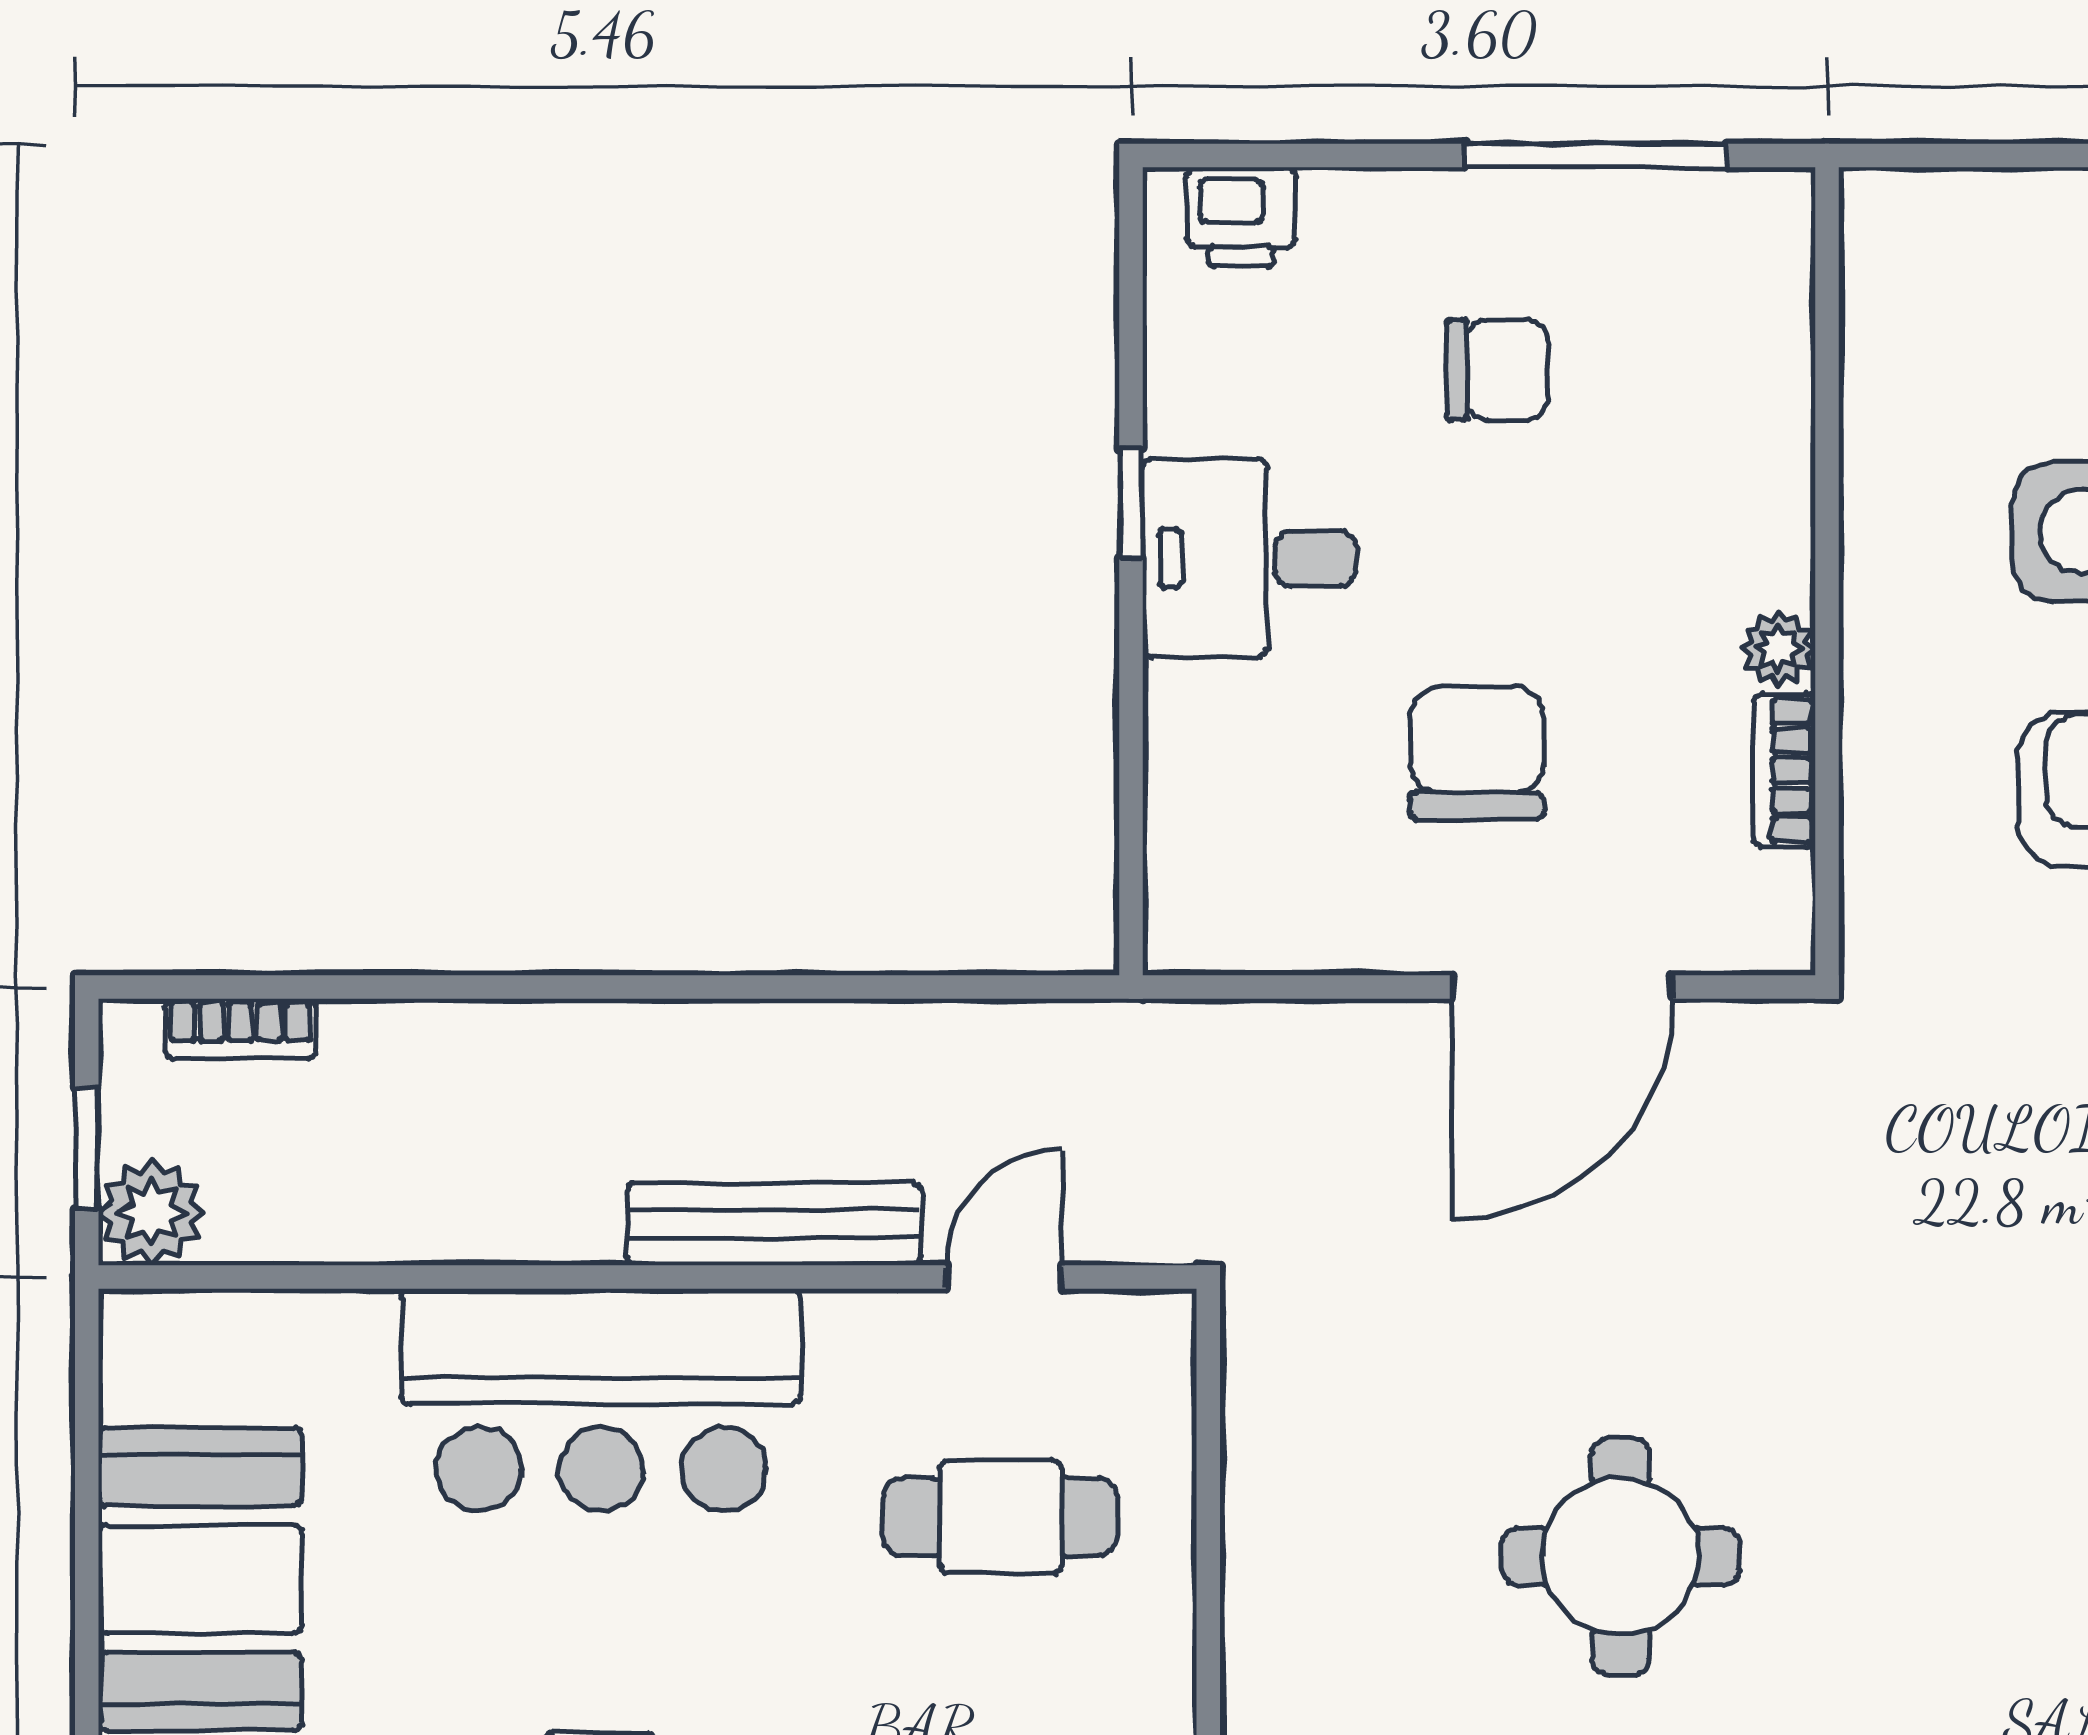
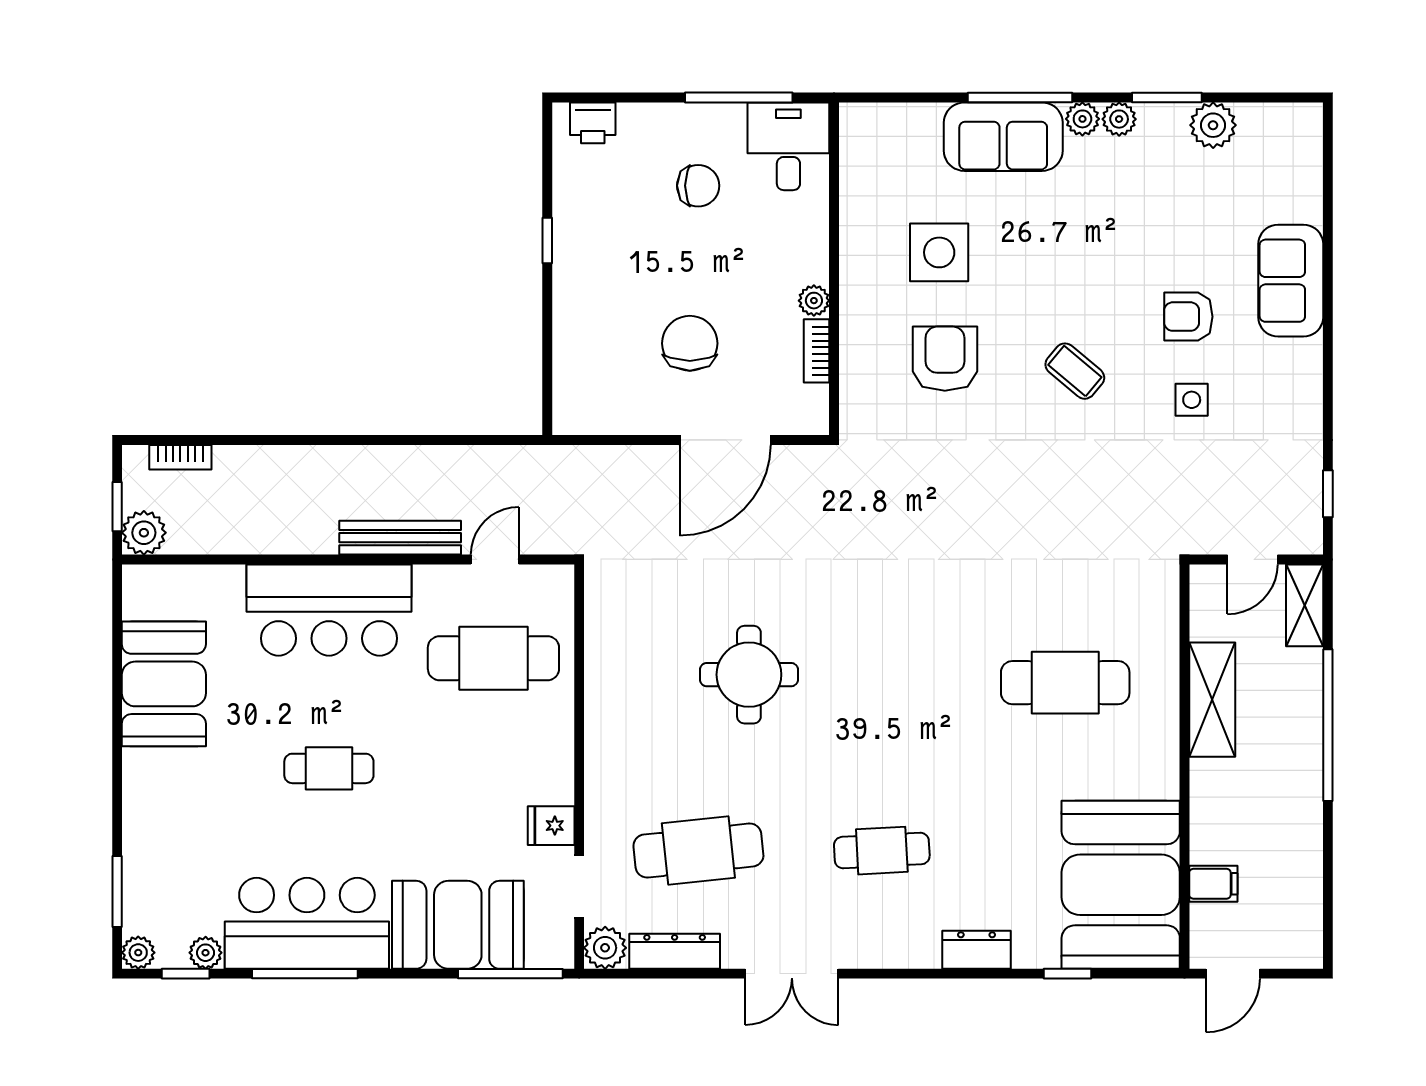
desk: (1249, 558) -> (788, 146), moved, turned 90
cafe table: (1000, 1517) -> (493, 658), width x1.37, depth x1.35

